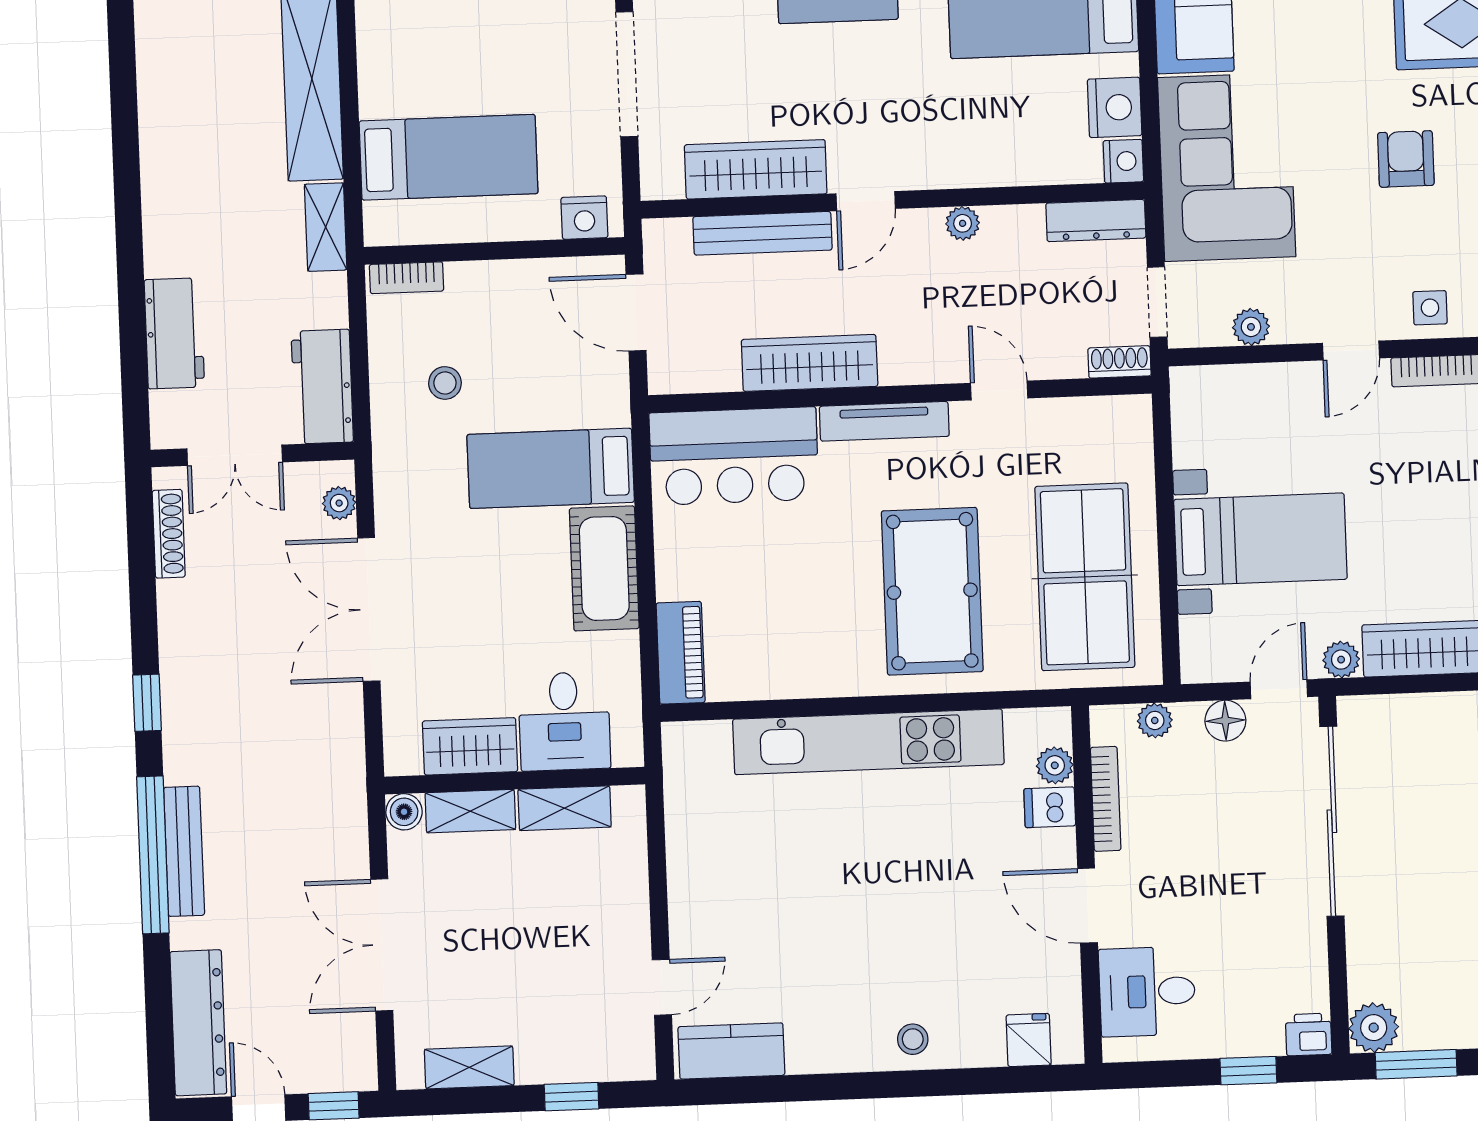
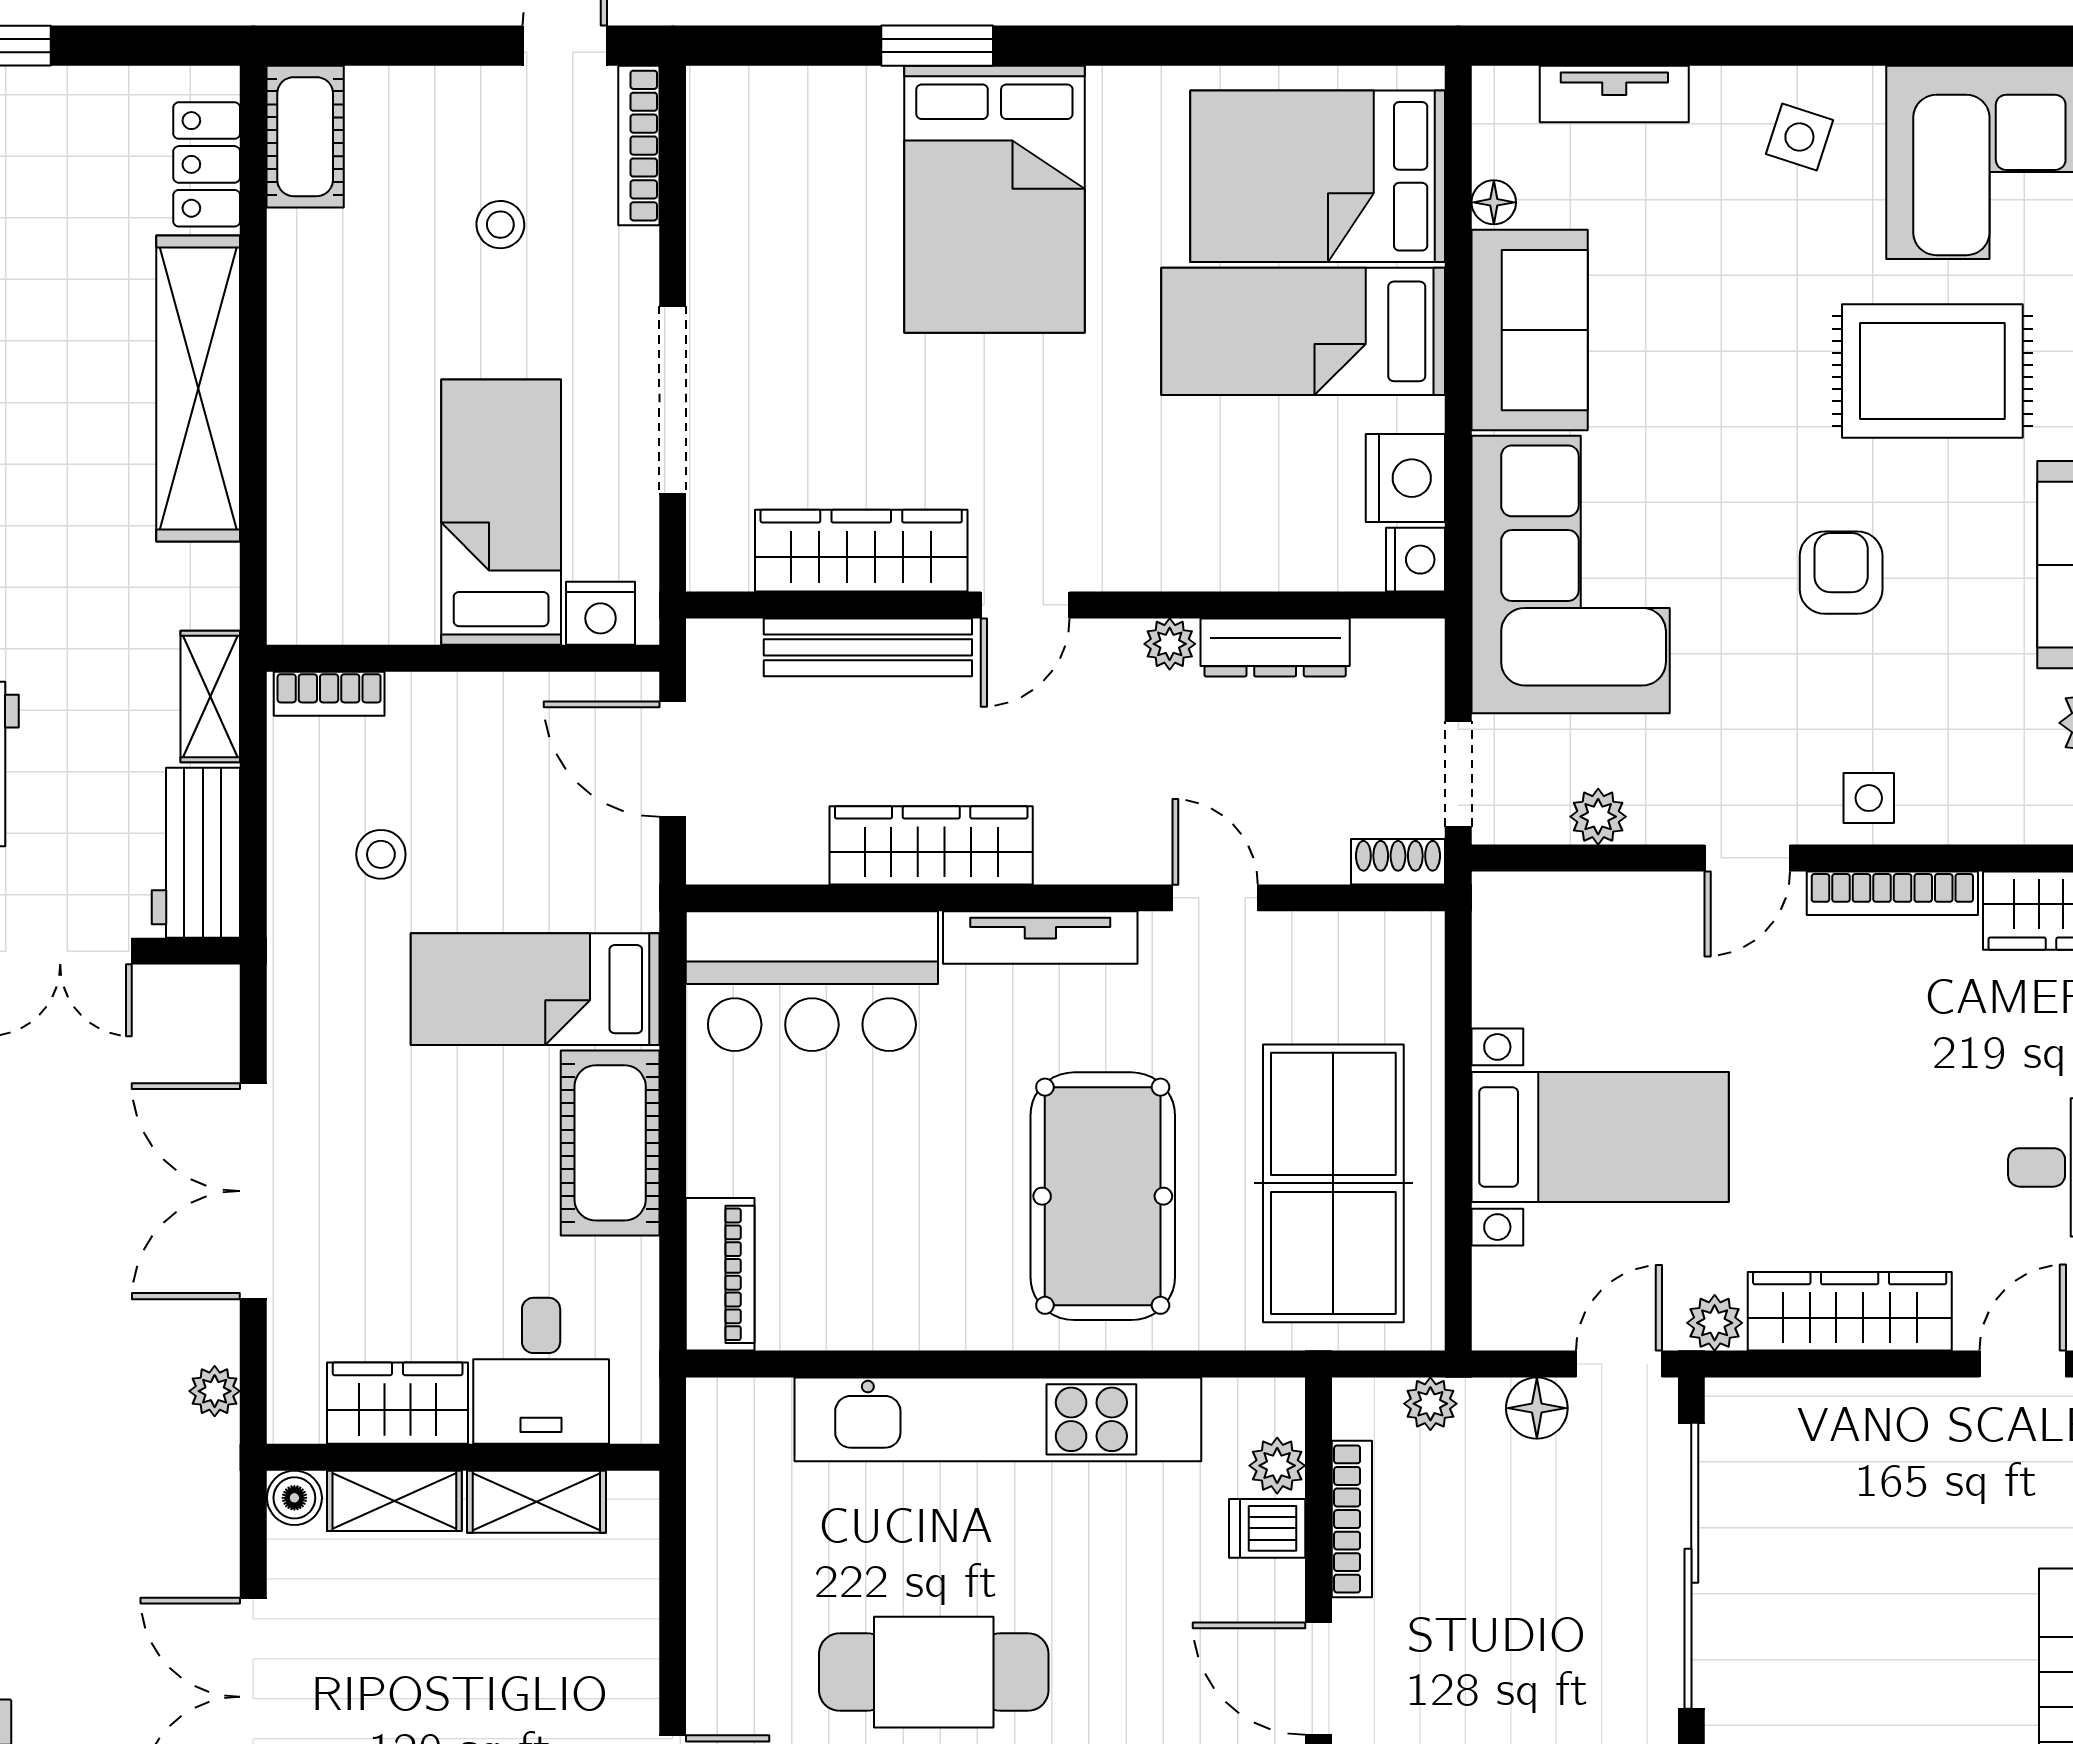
bed: (449, 157) -> (501, 512), moved, turned -90
dresser: (1096, 221) -> (1275, 647), moved
shelving: (326, 227) -> (210, 697), moved
plant: (339, 503) -> (215, 1391), moved
cafe table: (832, 911) -> (934, 1672), added

